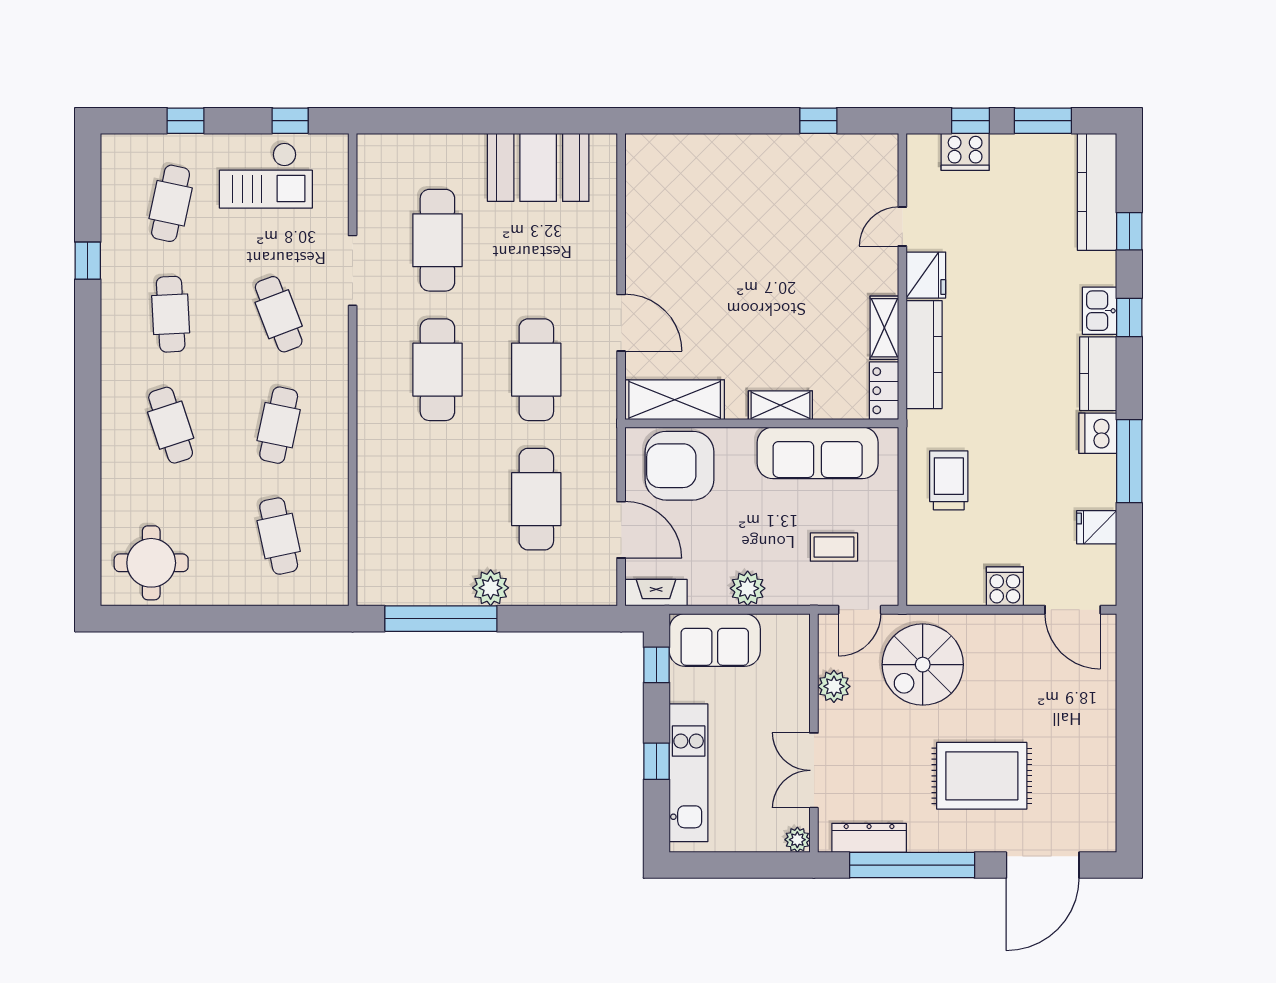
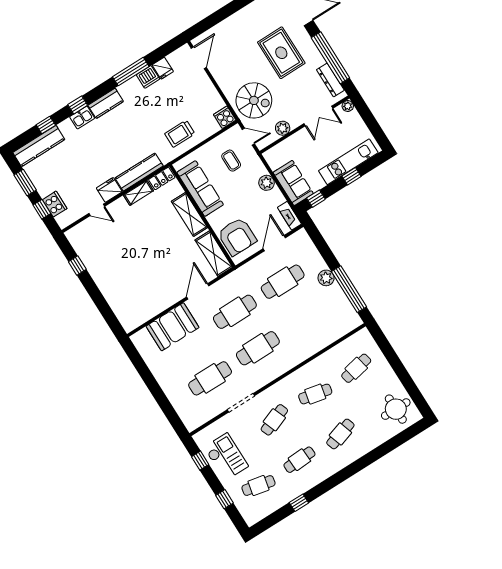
booth: (538, 167) -> (173, 327), moved, turned 90
shelving: (780, 405) -> (189, 214), width x1.50, depth x1.33
dishwasher: (1098, 433) -> (148, 77), moved
cooker: (1005, 586) -> (225, 117), moved, turned 90

